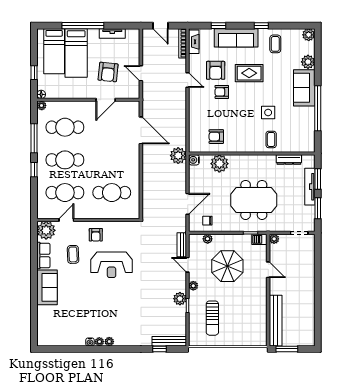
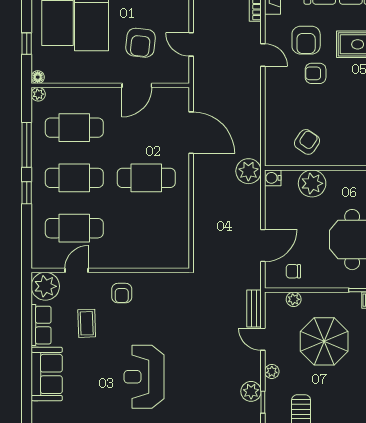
armchair: (216, 137) -> (307, 142), turned 124
cafe table: (112, 193) -> (146, 178), moved
reception desk: (112, 265) -> (144, 377), moved, turned 90

